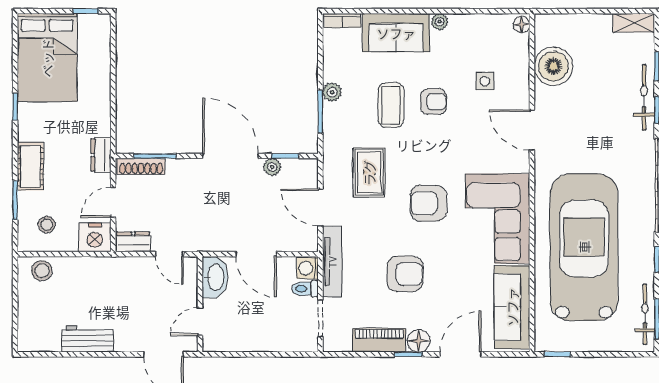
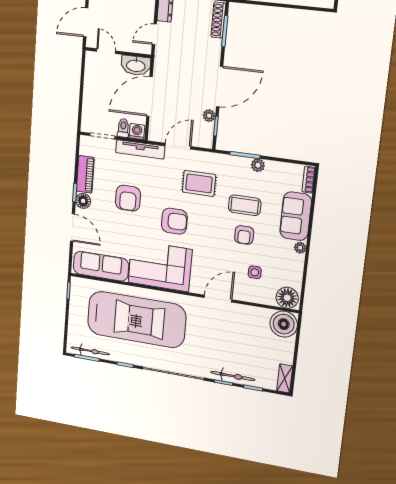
floor lamp: (522, 25) -> (287, 298), width x1.89, depth x1.89
boiler: (554, 66) -> (284, 324), moved
armchair: (428, 203) -> (174, 221), turned 90
door: (256, 254) -> (149, 97), width x1.36

